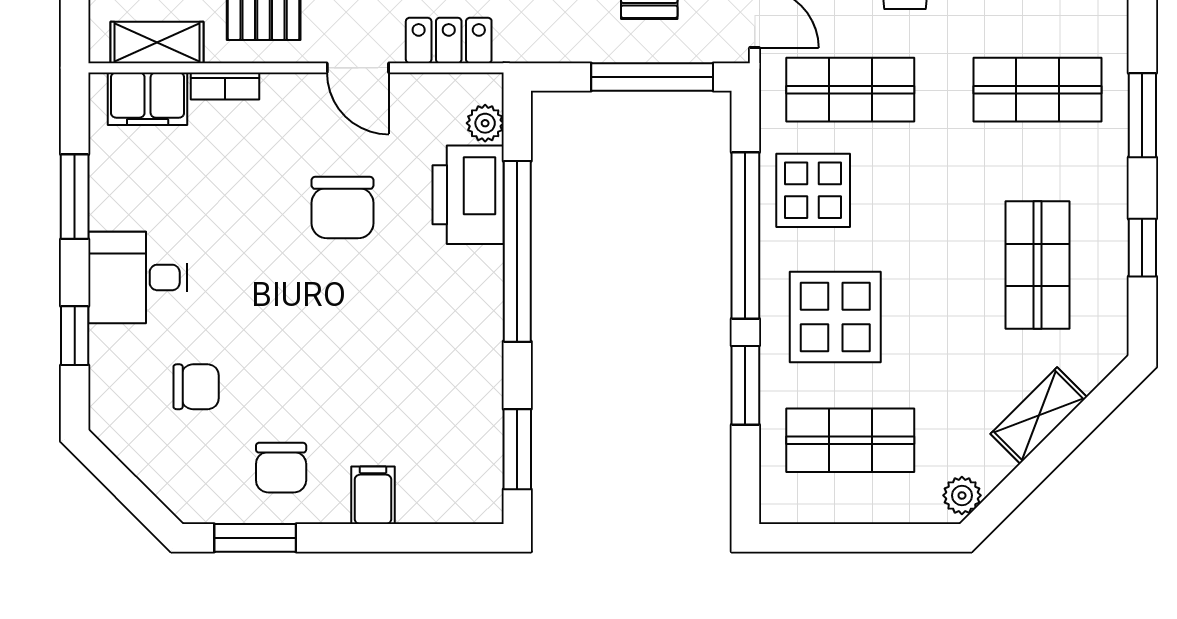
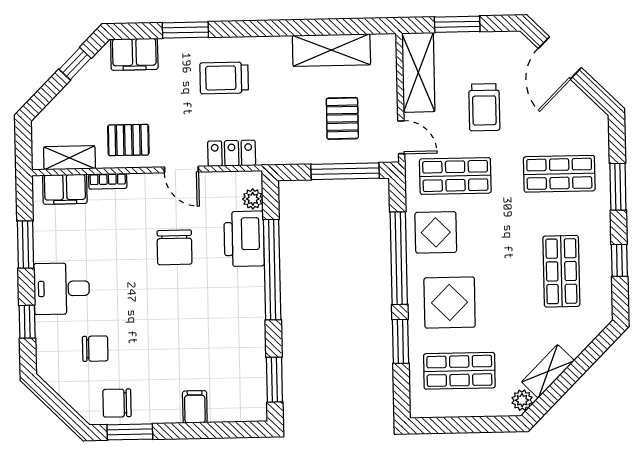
shelving: (1039, 416) -> (548, 371), moved
chair: (281, 468) -> (117, 403), moved, turned 90

